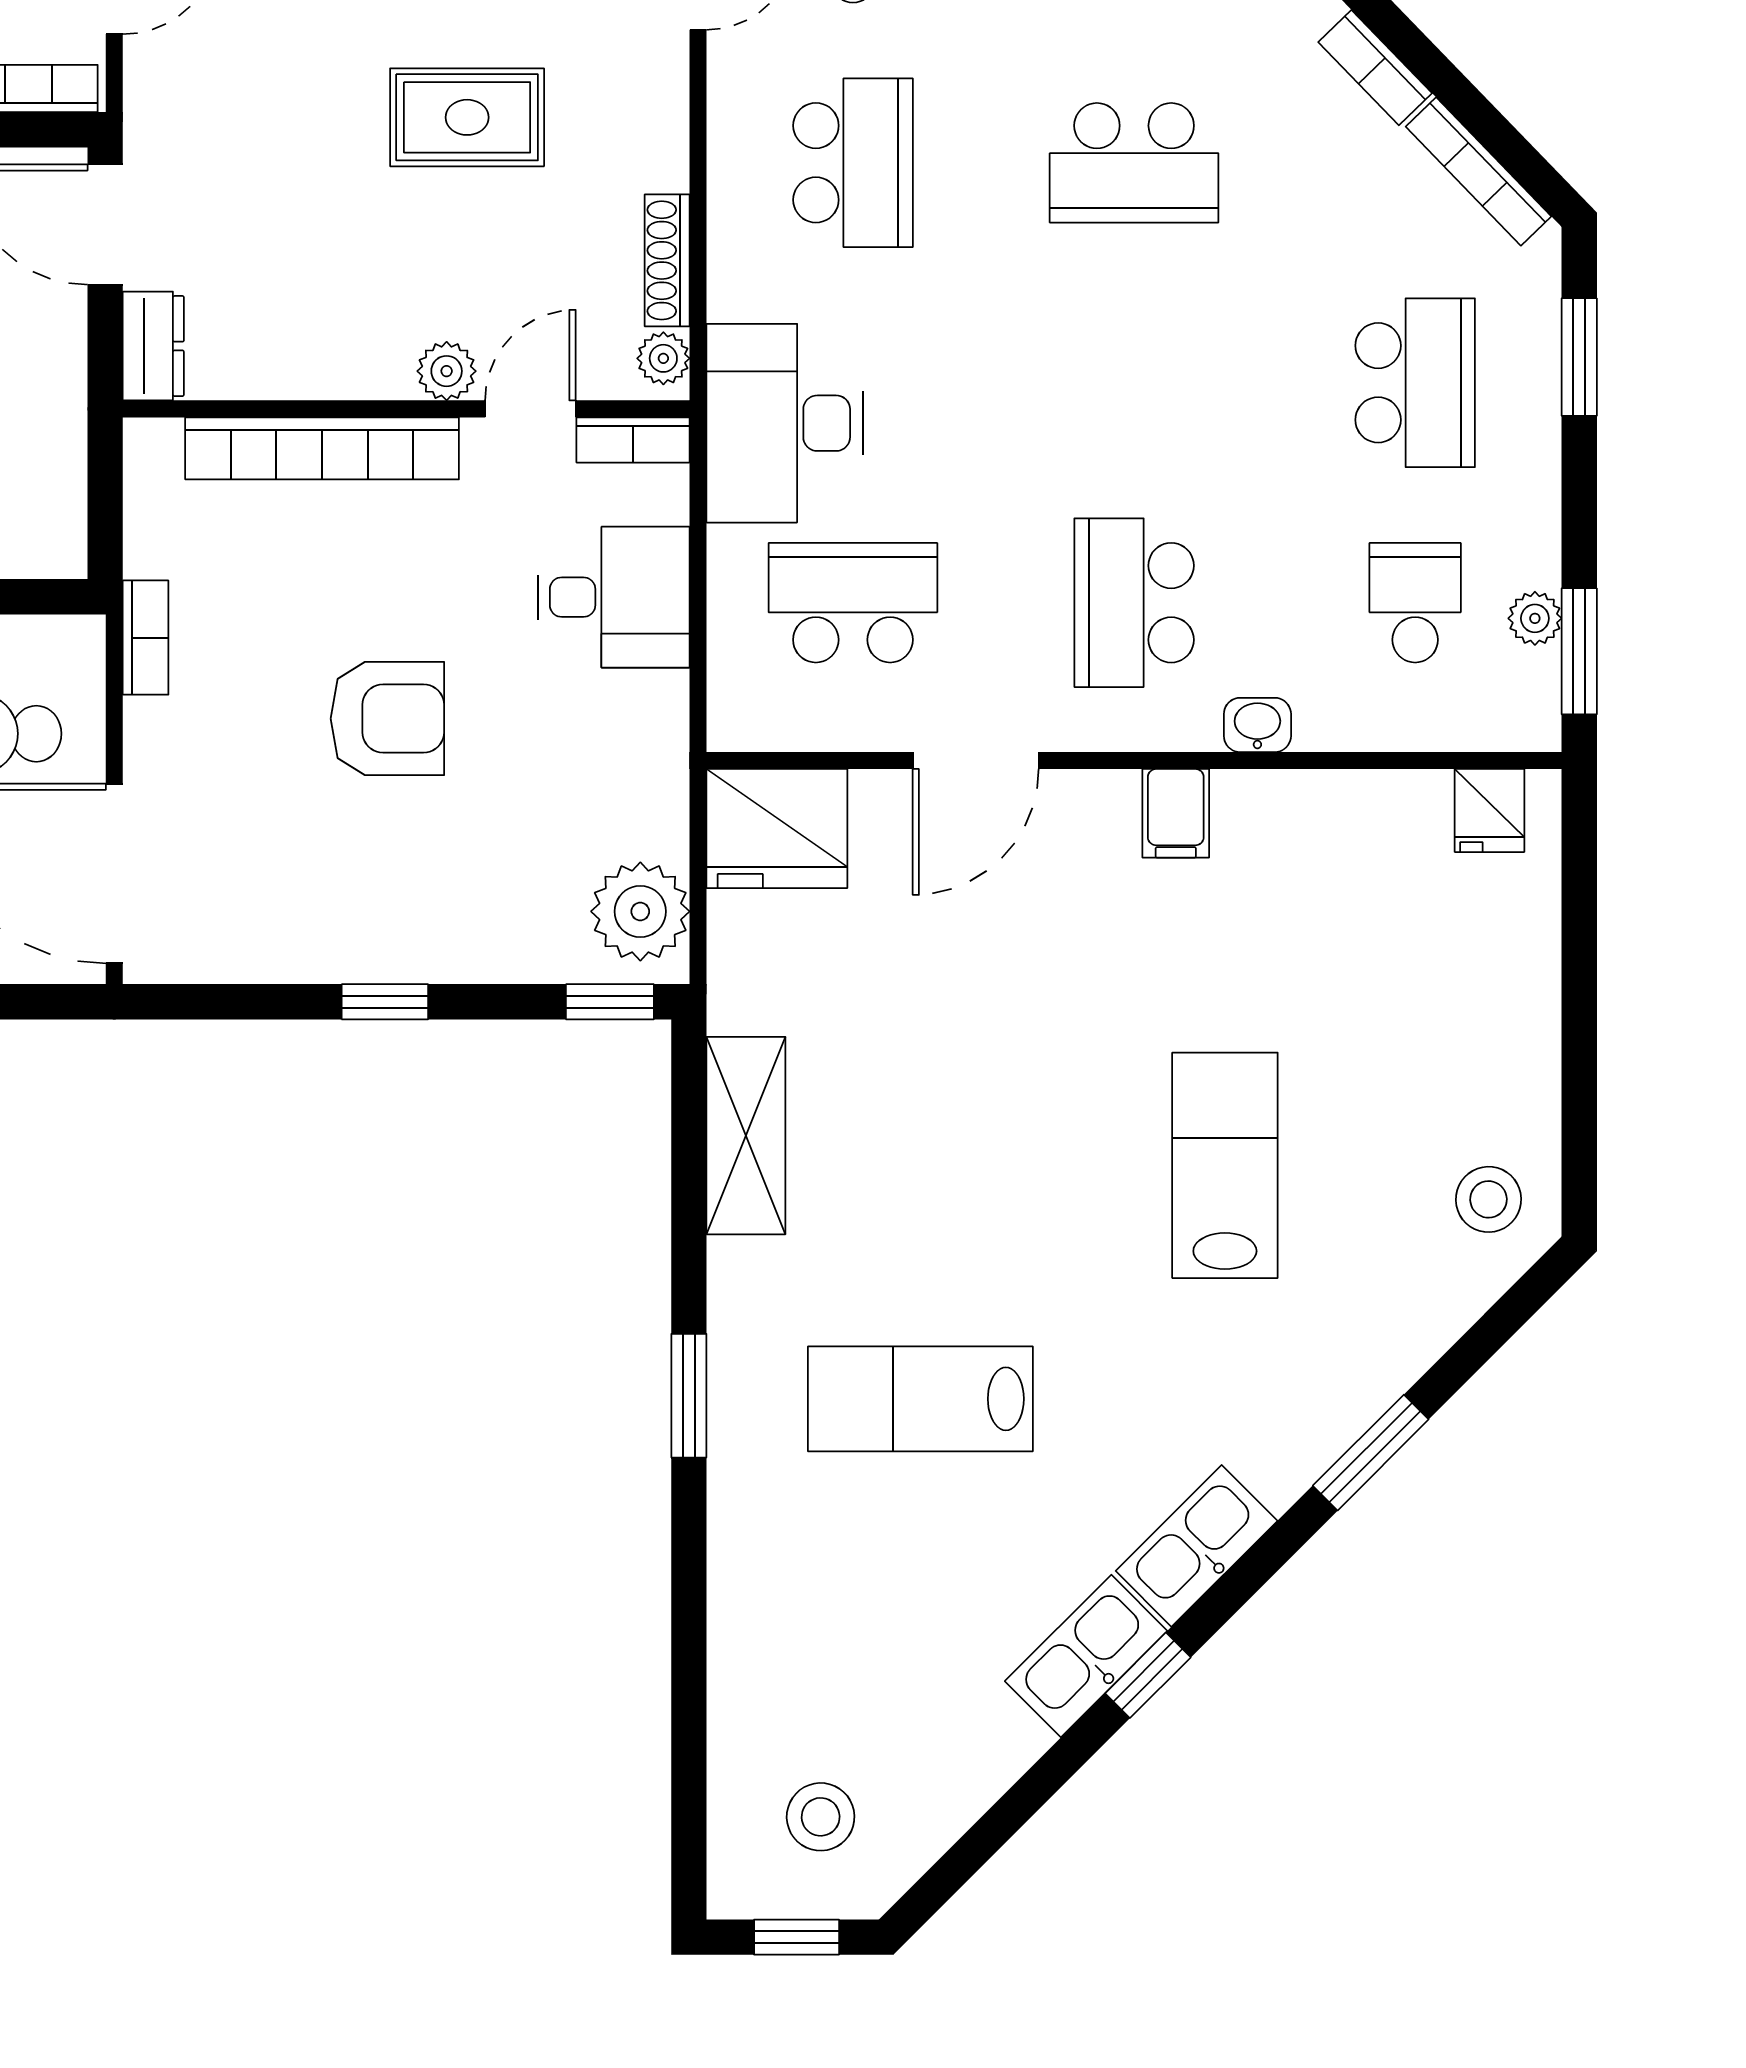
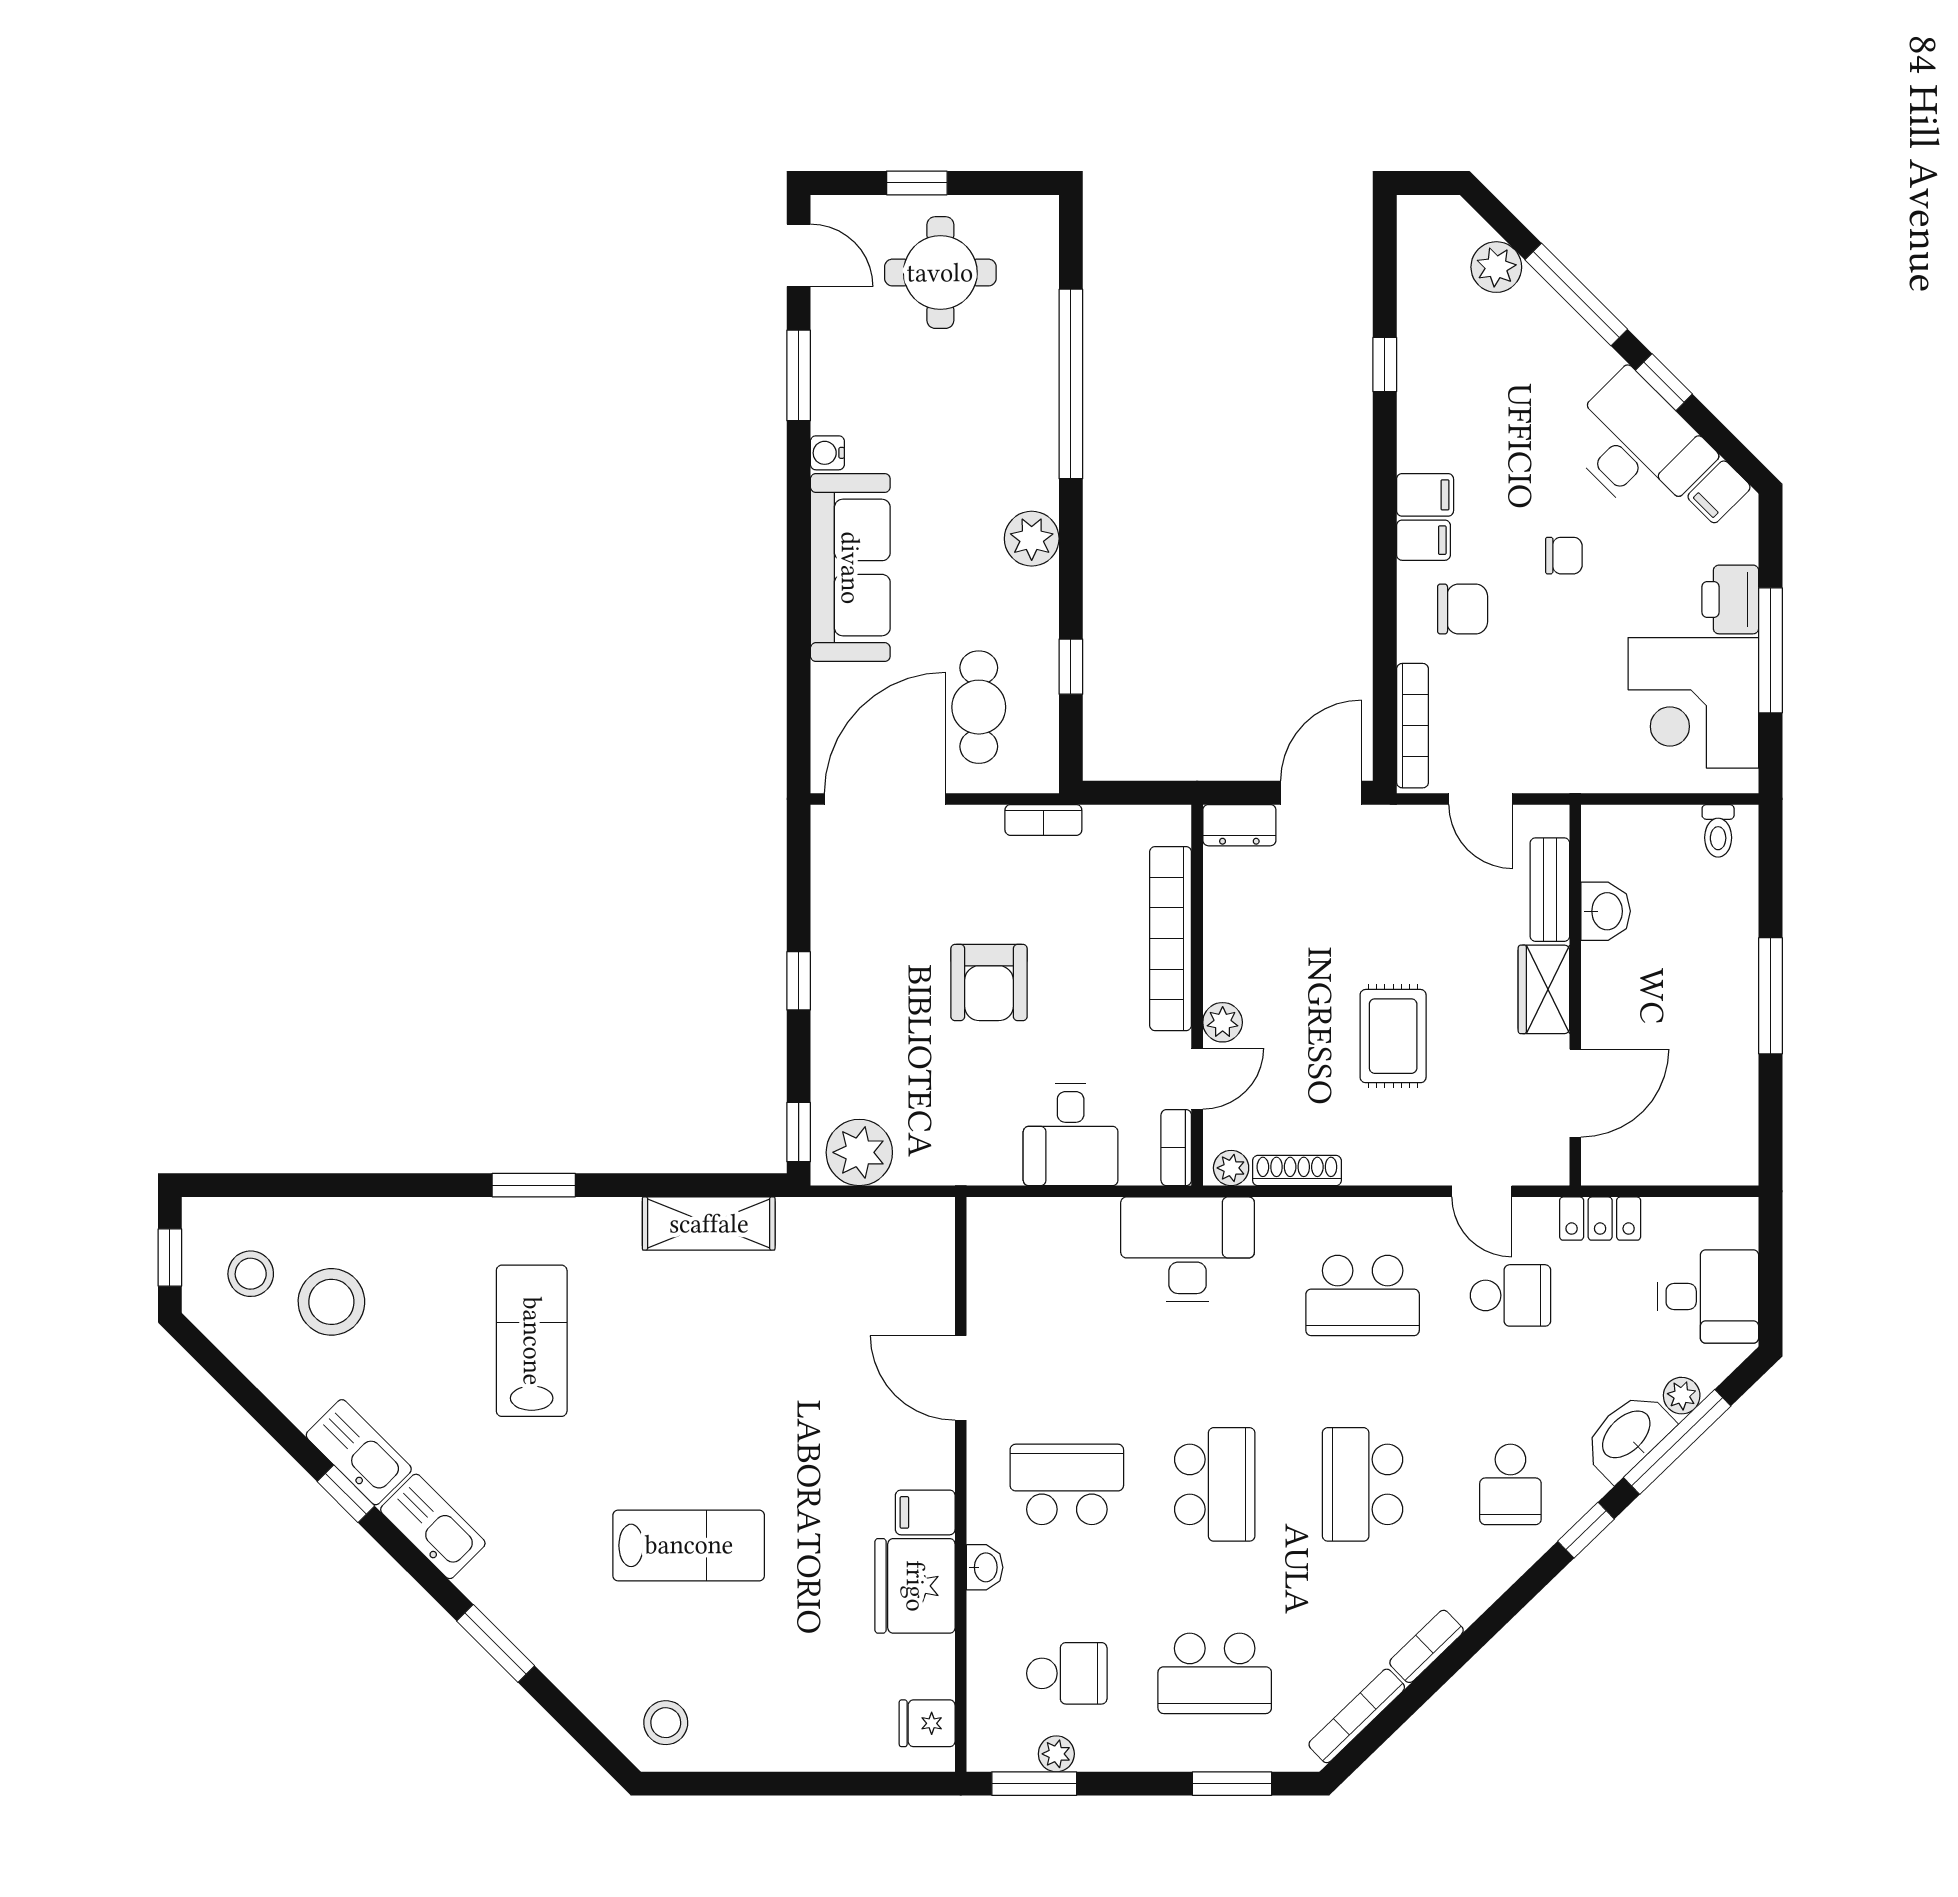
door: (530, 409) -> (1197, 1079), hinge flipped
school desk: (853, 603) -> (1215, 1484), moved
fridge: (777, 829) -> (915, 1586), moved
stool: (863, 1697) -> (331, 1302), added

